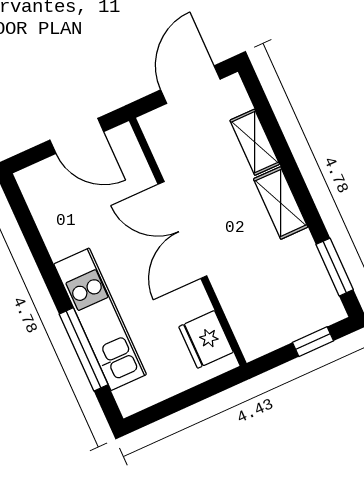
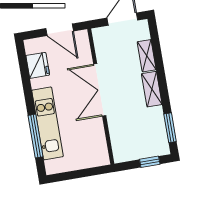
fridge: (206, 339) -> (38, 65), moved, turned 180

